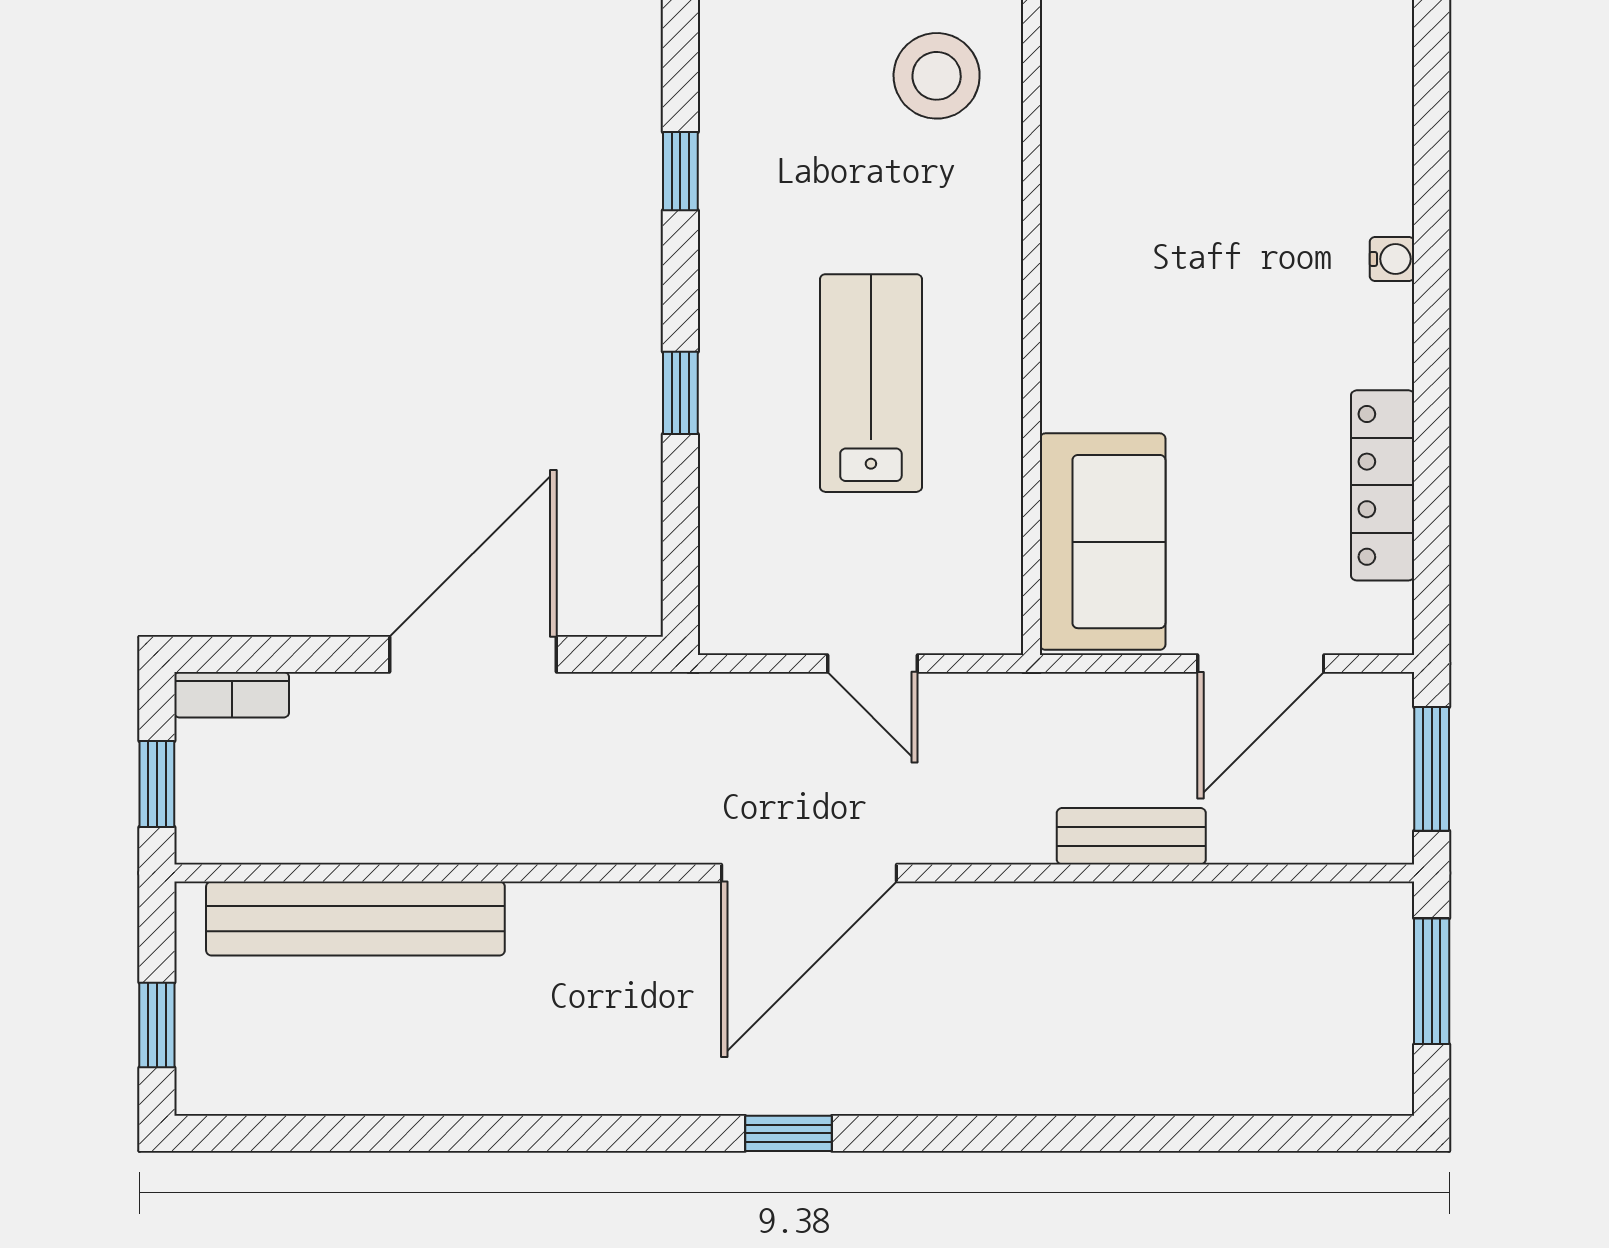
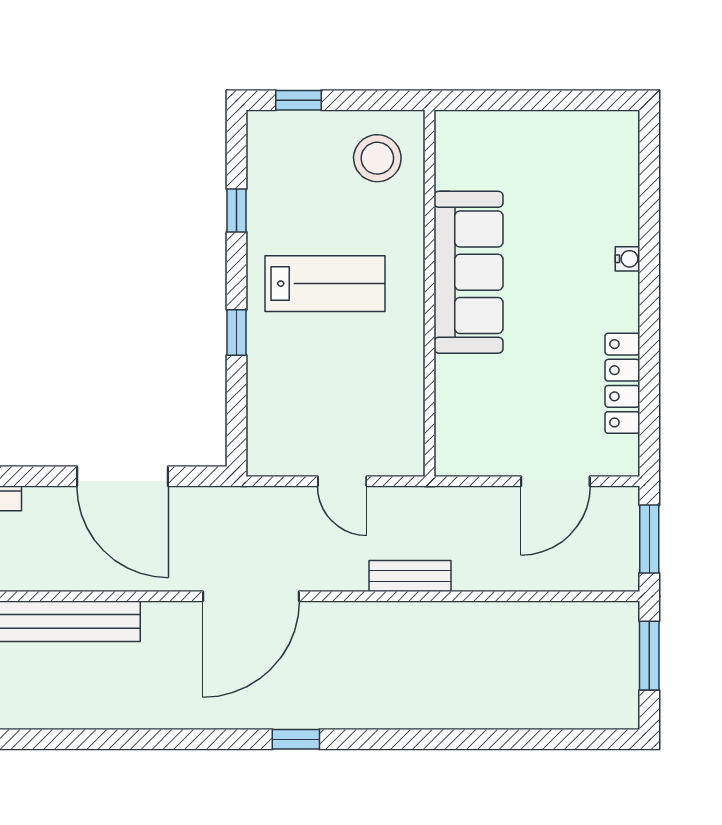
lab bench: (871, 383) -> (325, 284), moved, turned 90
sofa: (1103, 542) -> (469, 272), moved, width x1.36
door: (473, 654) -> (123, 476), swing flipped
bench: (1131, 836) -> (410, 576), moved
door: (809, 873) -> (251, 596), moved

